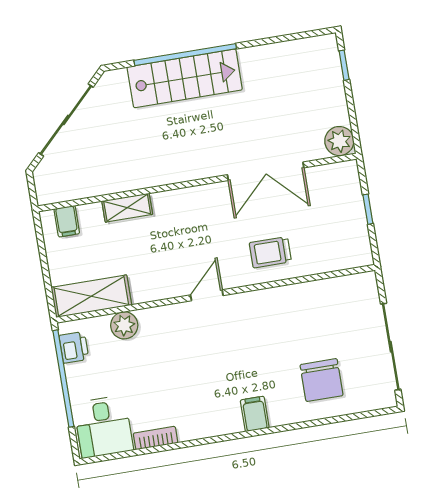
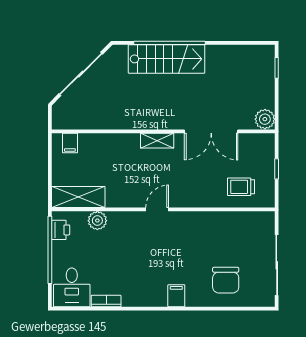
shelving: (127, 208) -> (157, 141), moved
trolley: (270, 252) -> (241, 187), moved

